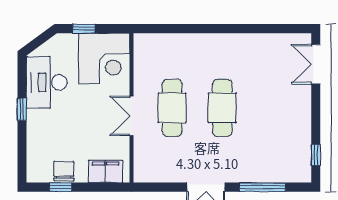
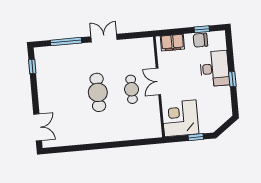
desk: (47, 82) -> (215, 69), moved
cafe table: (172, 108) -> (132, 89), width x0.73, depth x0.74
double door: (131, 116) -> (158, 82), swing flipped
chair: (64, 171) -> (200, 40), turned 90

